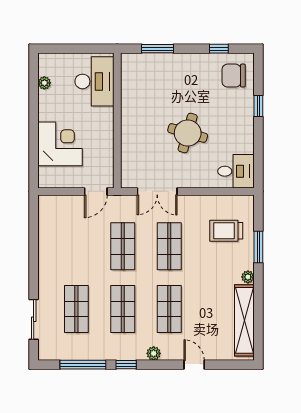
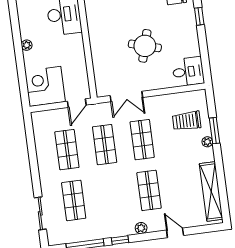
plant: (44, 83) -> (27, 45), moved
corner desk: (60, 144) -> (45, 86), moved, turned -90
plant: (248, 277) -> (207, 142), moved
shop shelf: (123, 309) -> (67, 150), moved

